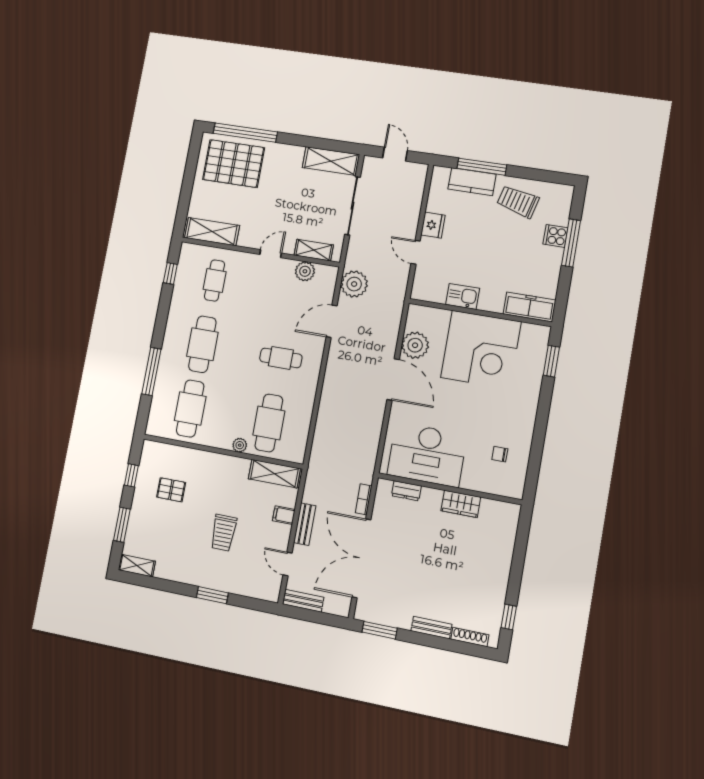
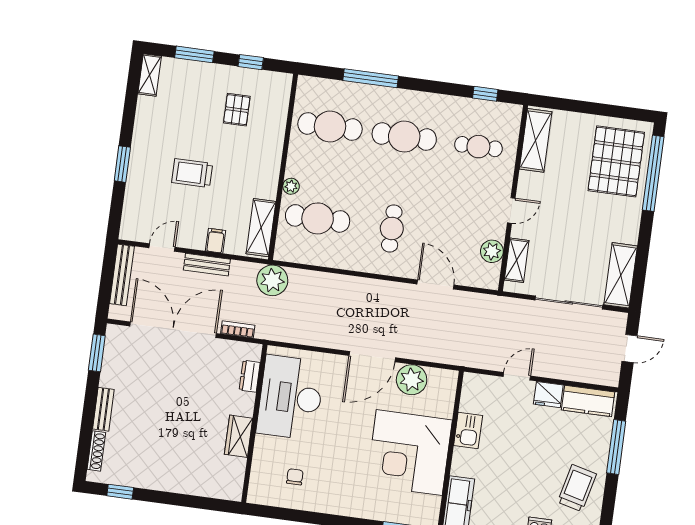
kitchen counter: (472, 182) -> (588, 401), moved, turned -90
door: (271, 254) -> (511, 210), hinge flipped
plant: (354, 284) -> (272, 280), moved
bench: (303, 601) -> (122, 275), width x1.36

